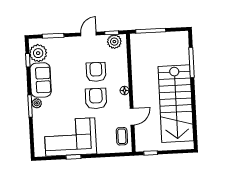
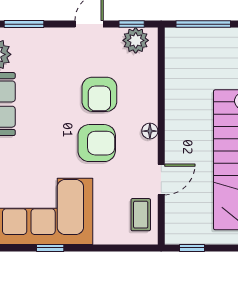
armchair: (96, 72) -> (99, 94), turned 180
armchair: (96, 99) -> (97, 143), turned 90

